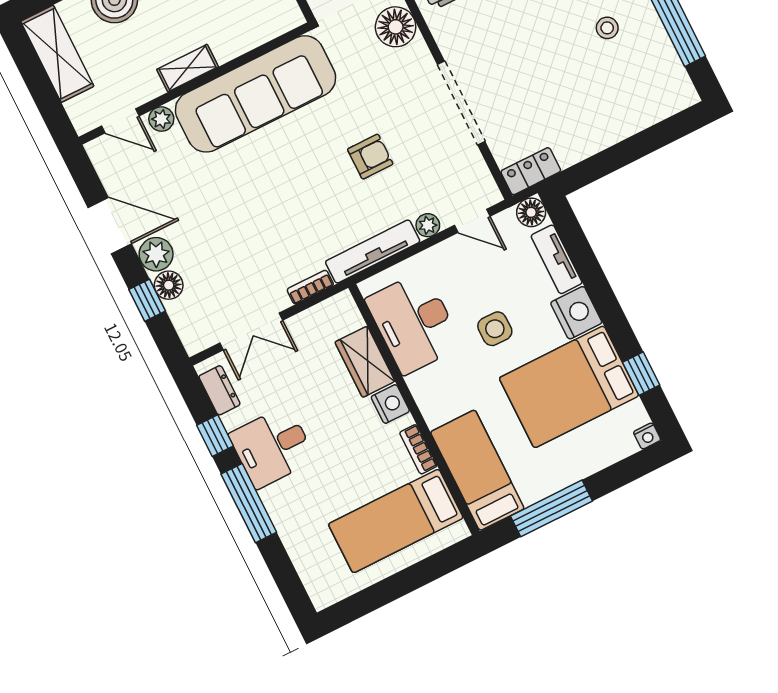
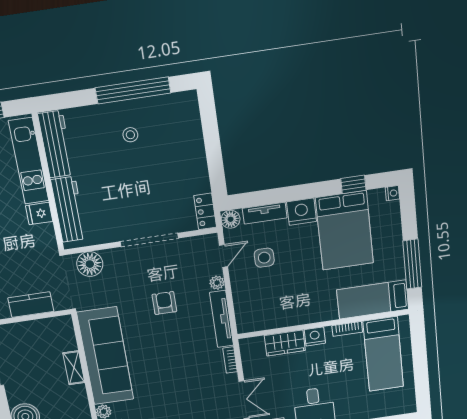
shelving: (187, 68) -> (74, 368), moved
desk: (414, 323) -> (272, 309), removed
side table: (495, 329) -> (264, 258), moved

